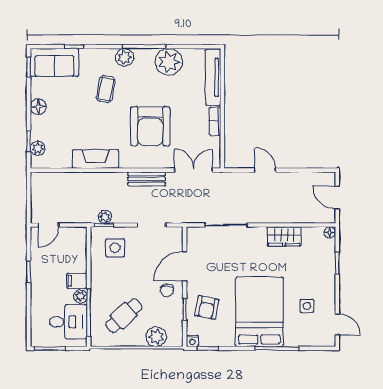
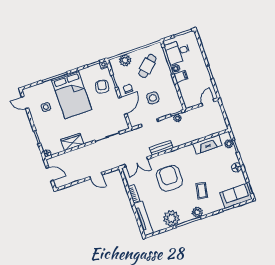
fireplace: (96, 159) -> (207, 144), moved
side table: (115, 248) -> (153, 98), moved

